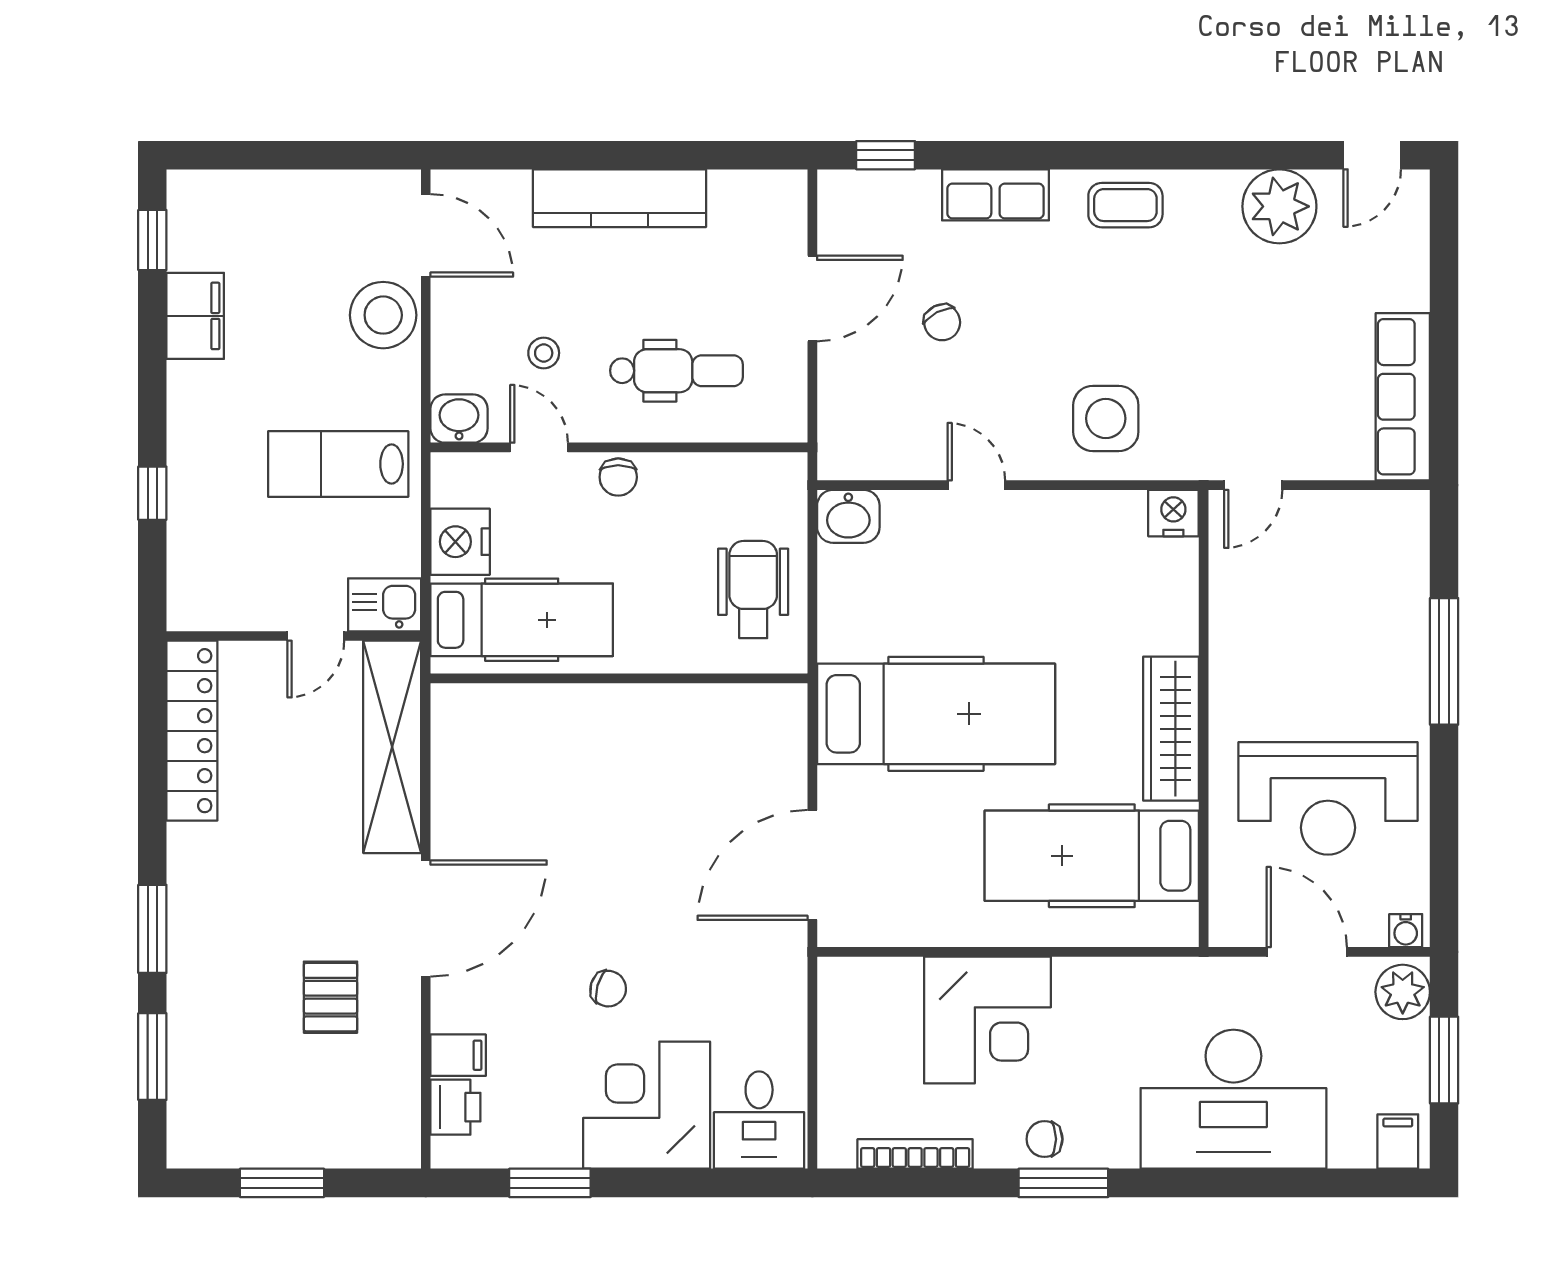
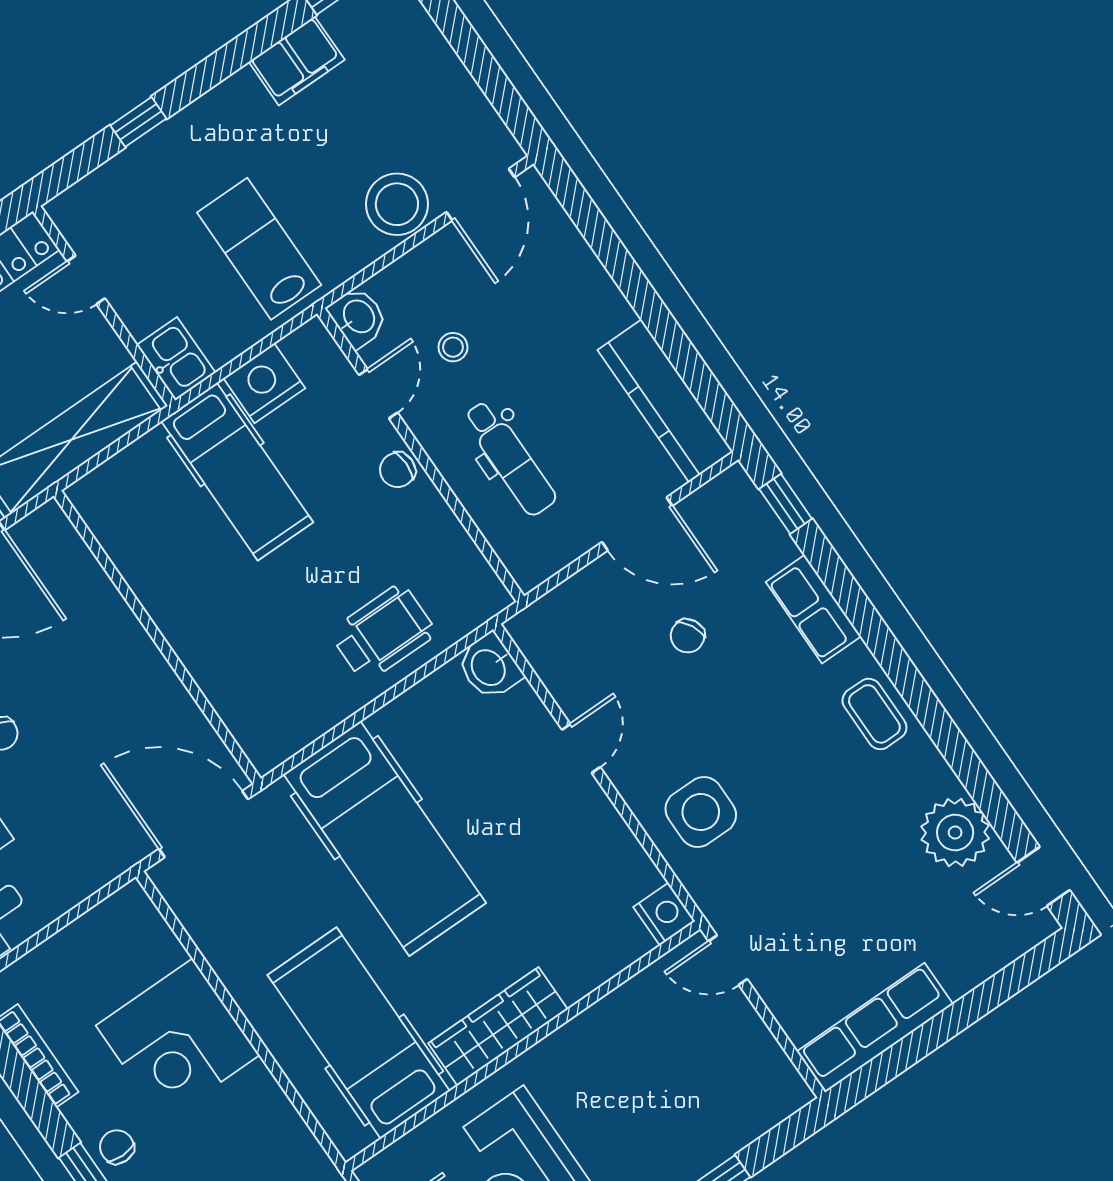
kitchen counter: (619, 198) -> (665, 401), moved
door: (316, 636) -> (86, 280), moved
wall: (619, 678) -> (157, 637), moved

